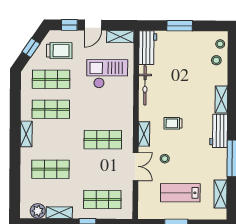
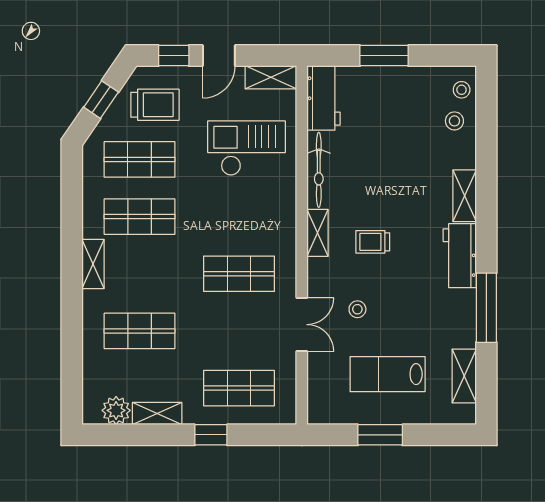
shelving: (144, 134) -> (317, 233), moved

